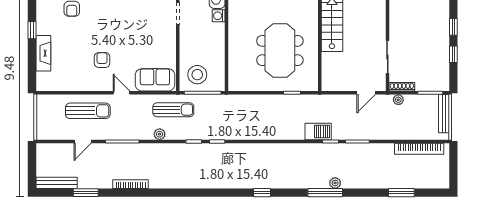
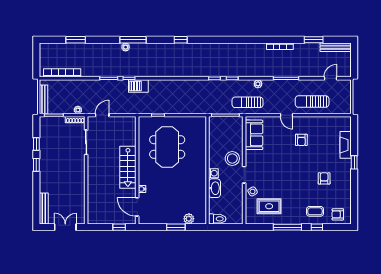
stool: (197, 75) -> (232, 158), moved
sofa: (155, 80) -> (254, 135), moved, turned -90
door: (83, 142) -> (331, 78), moved

